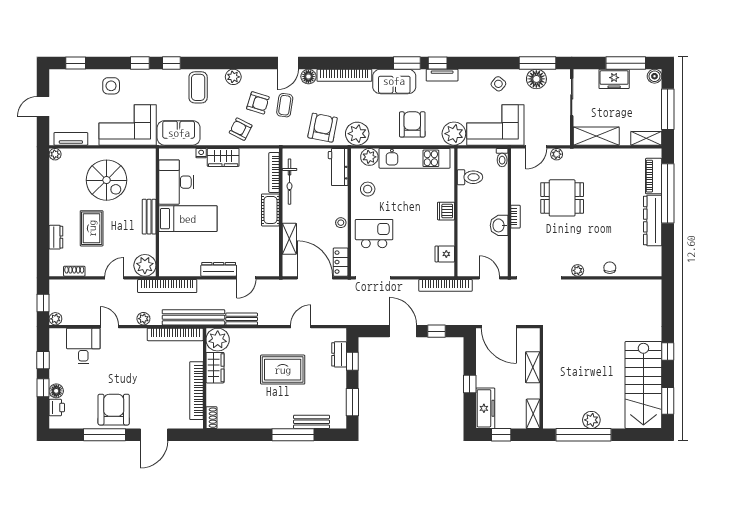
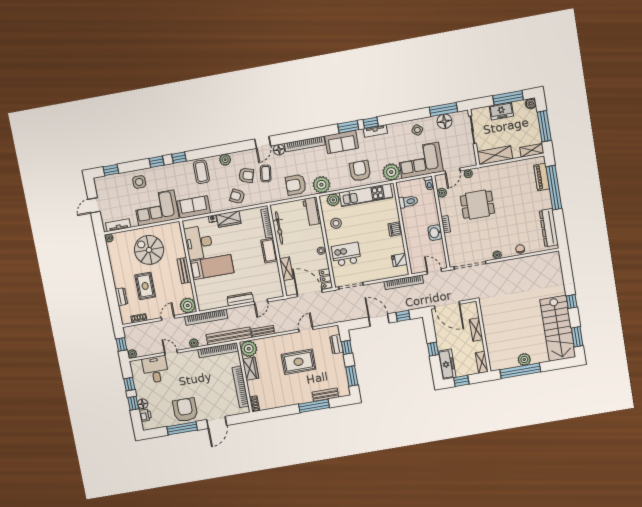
armchair: (323, 128) -> (296, 185), turned -101
plant: (517, 173) -> (442, 193), added
spiral stairs: (107, 180) -> (149, 250), turned 180
dresser: (653, 221) -> (549, 228), moved

